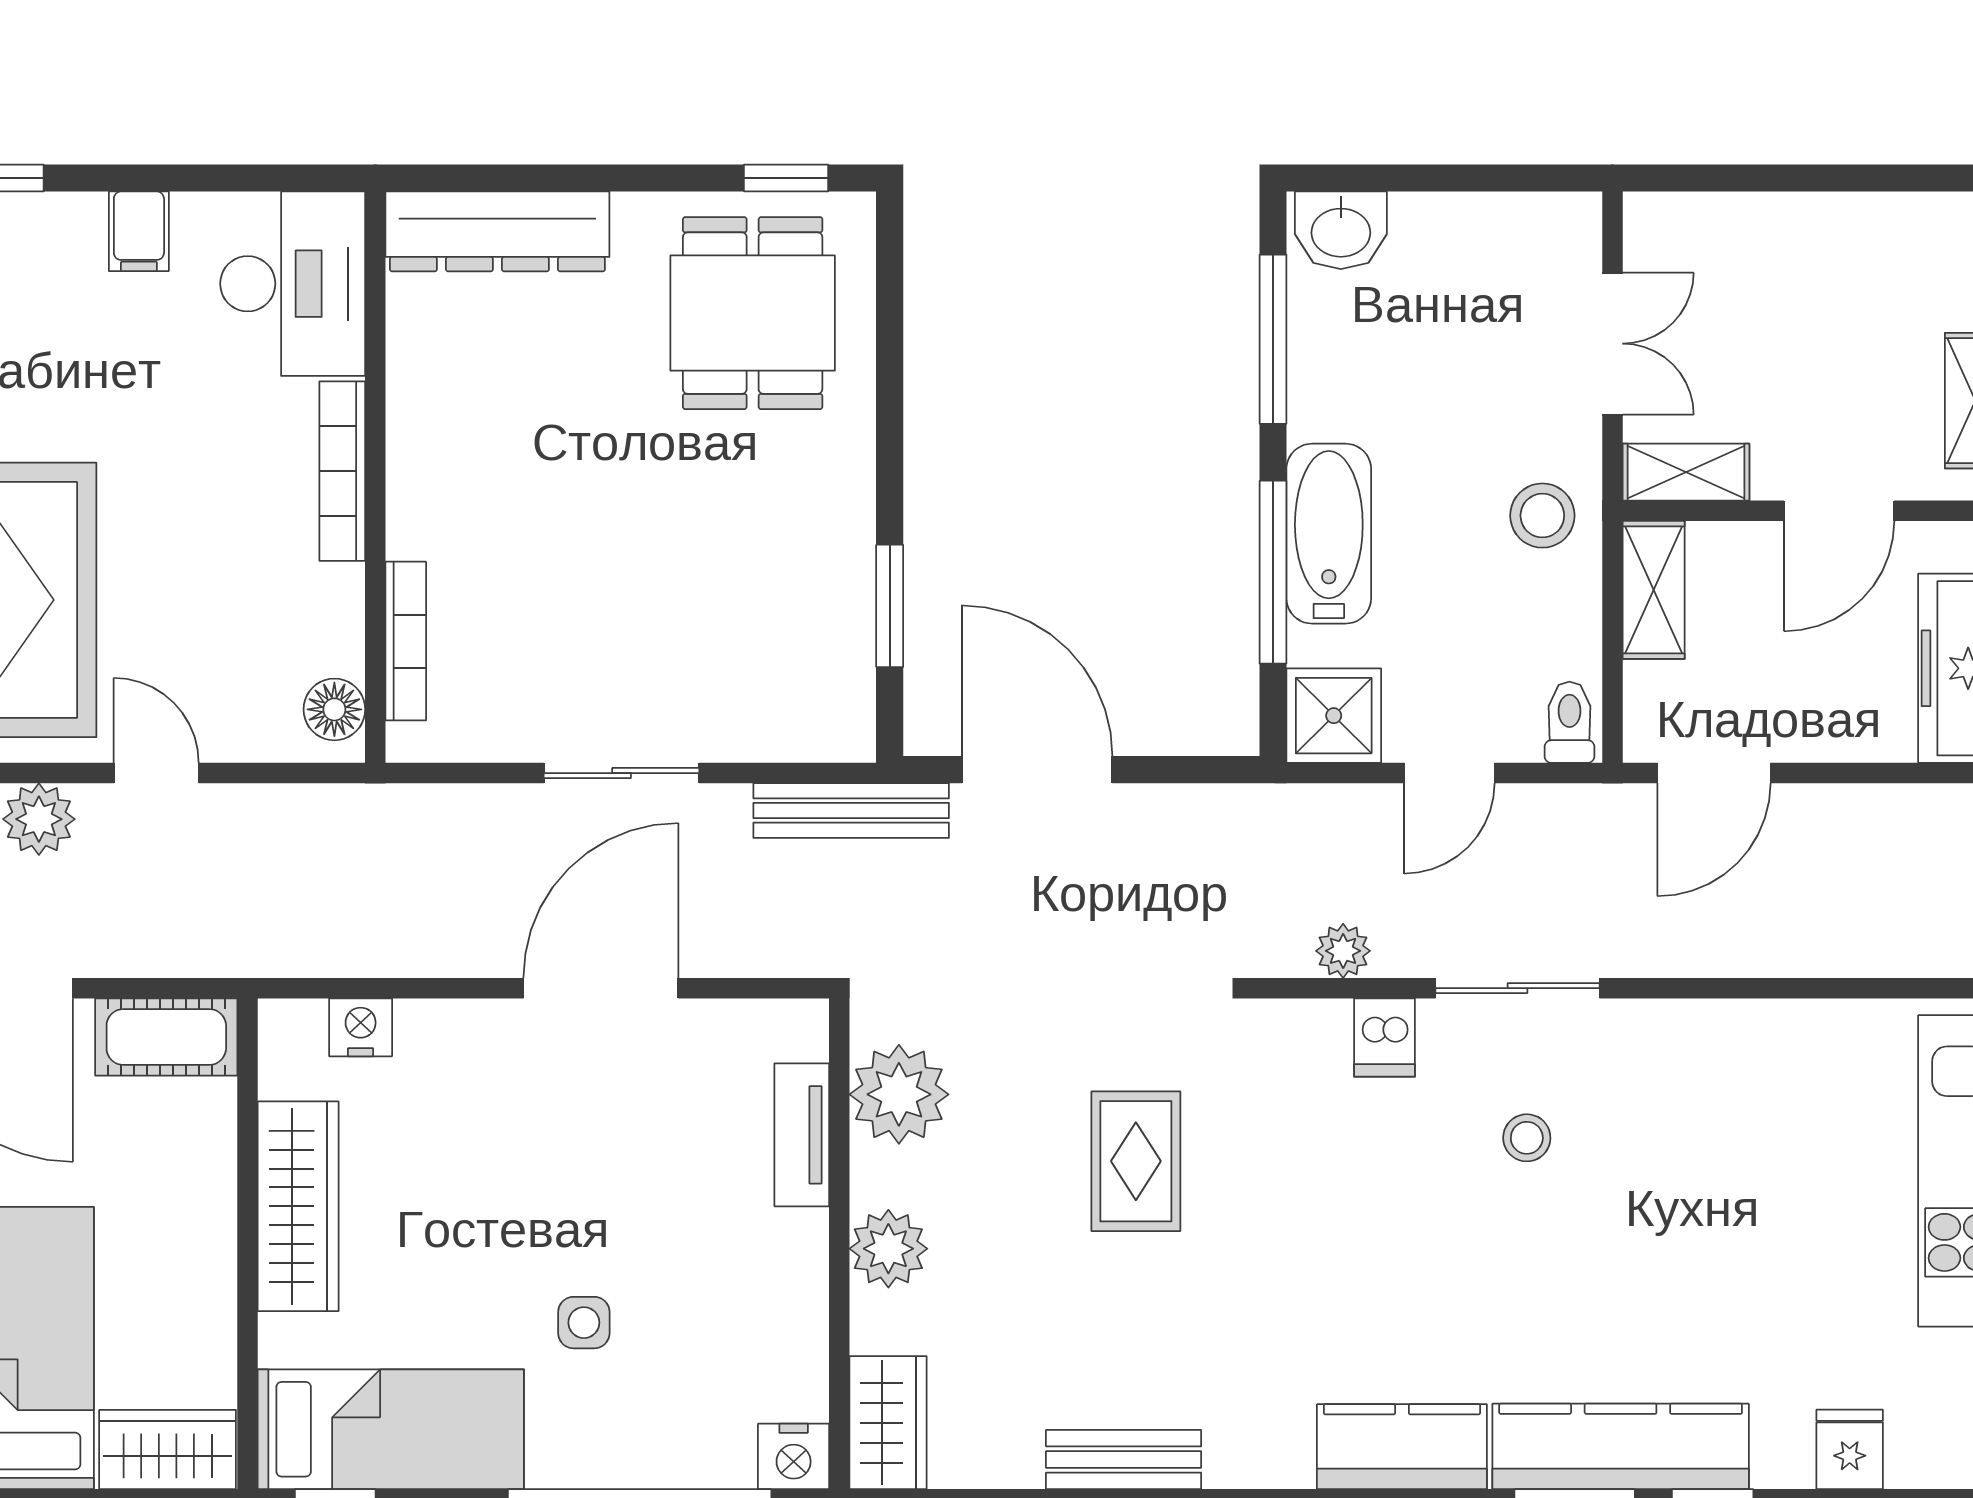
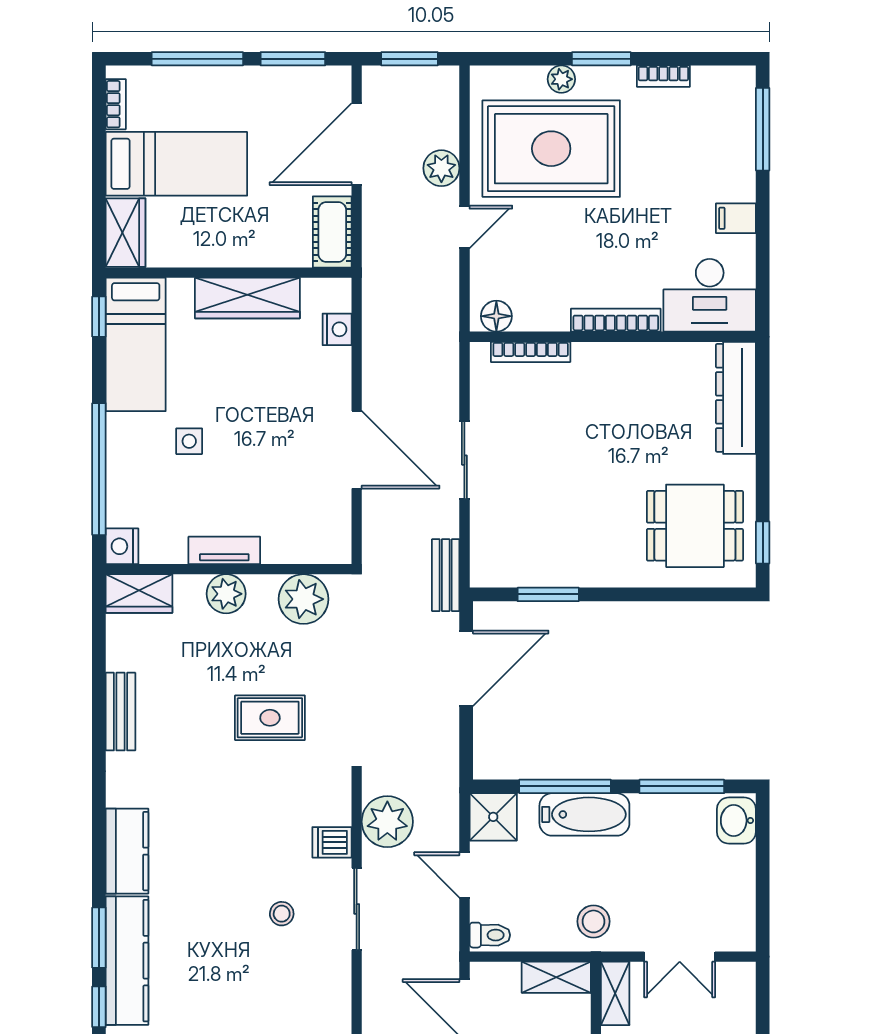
bench: (851, 811) -> (446, 575), width x0.73
plant: (1343, 951) -> (387, 822), width x1.88, depth x1.88
tv unit: (802, 1135) -> (224, 550), moved

